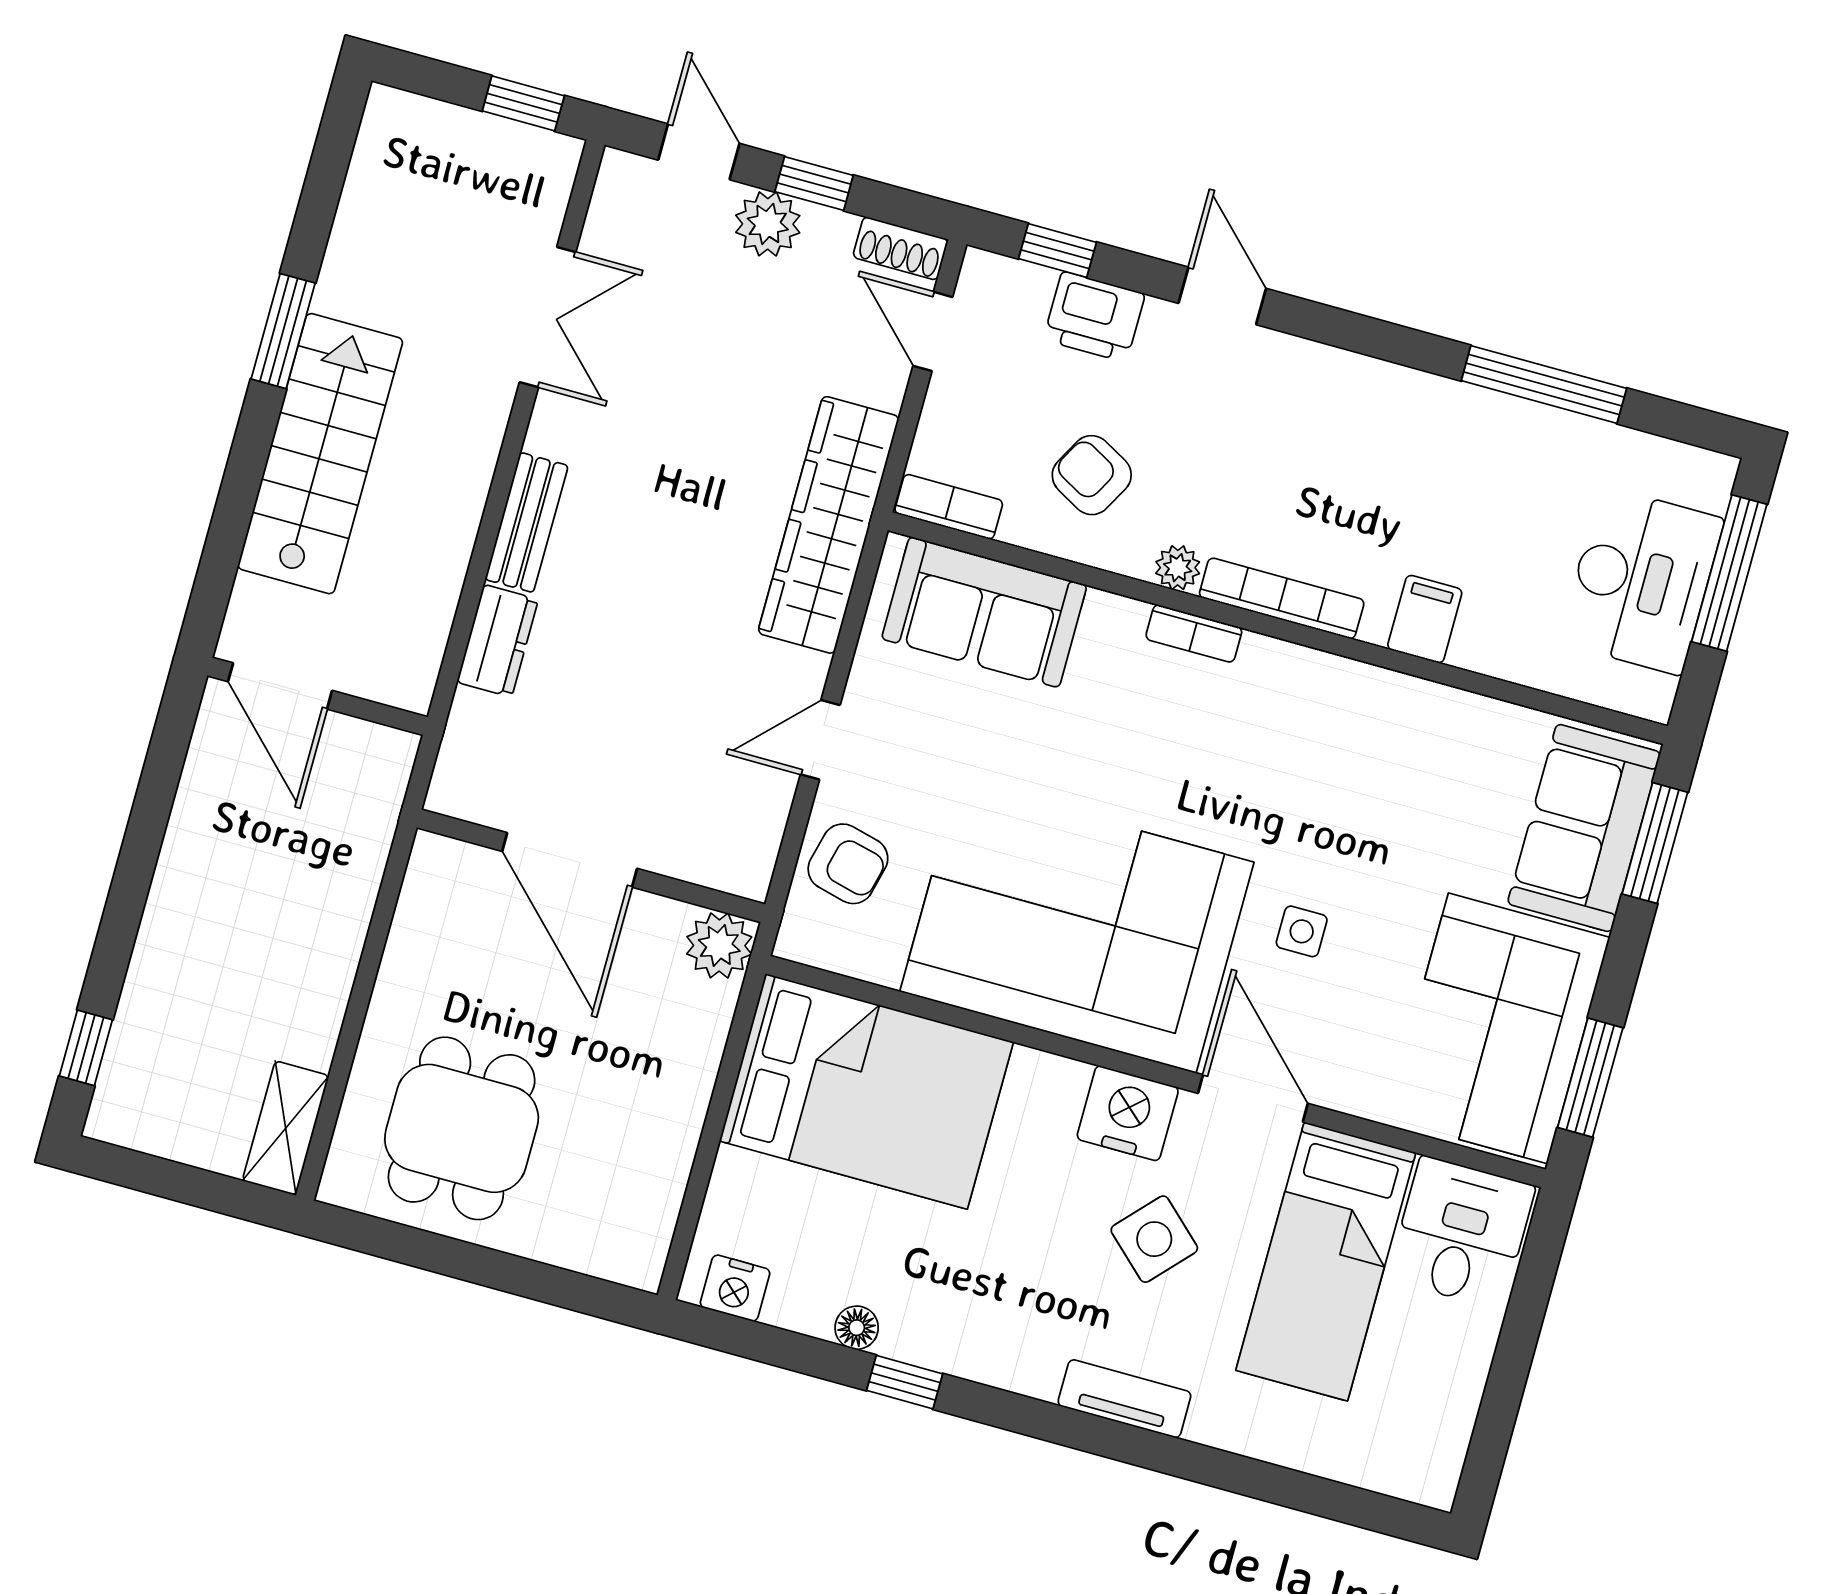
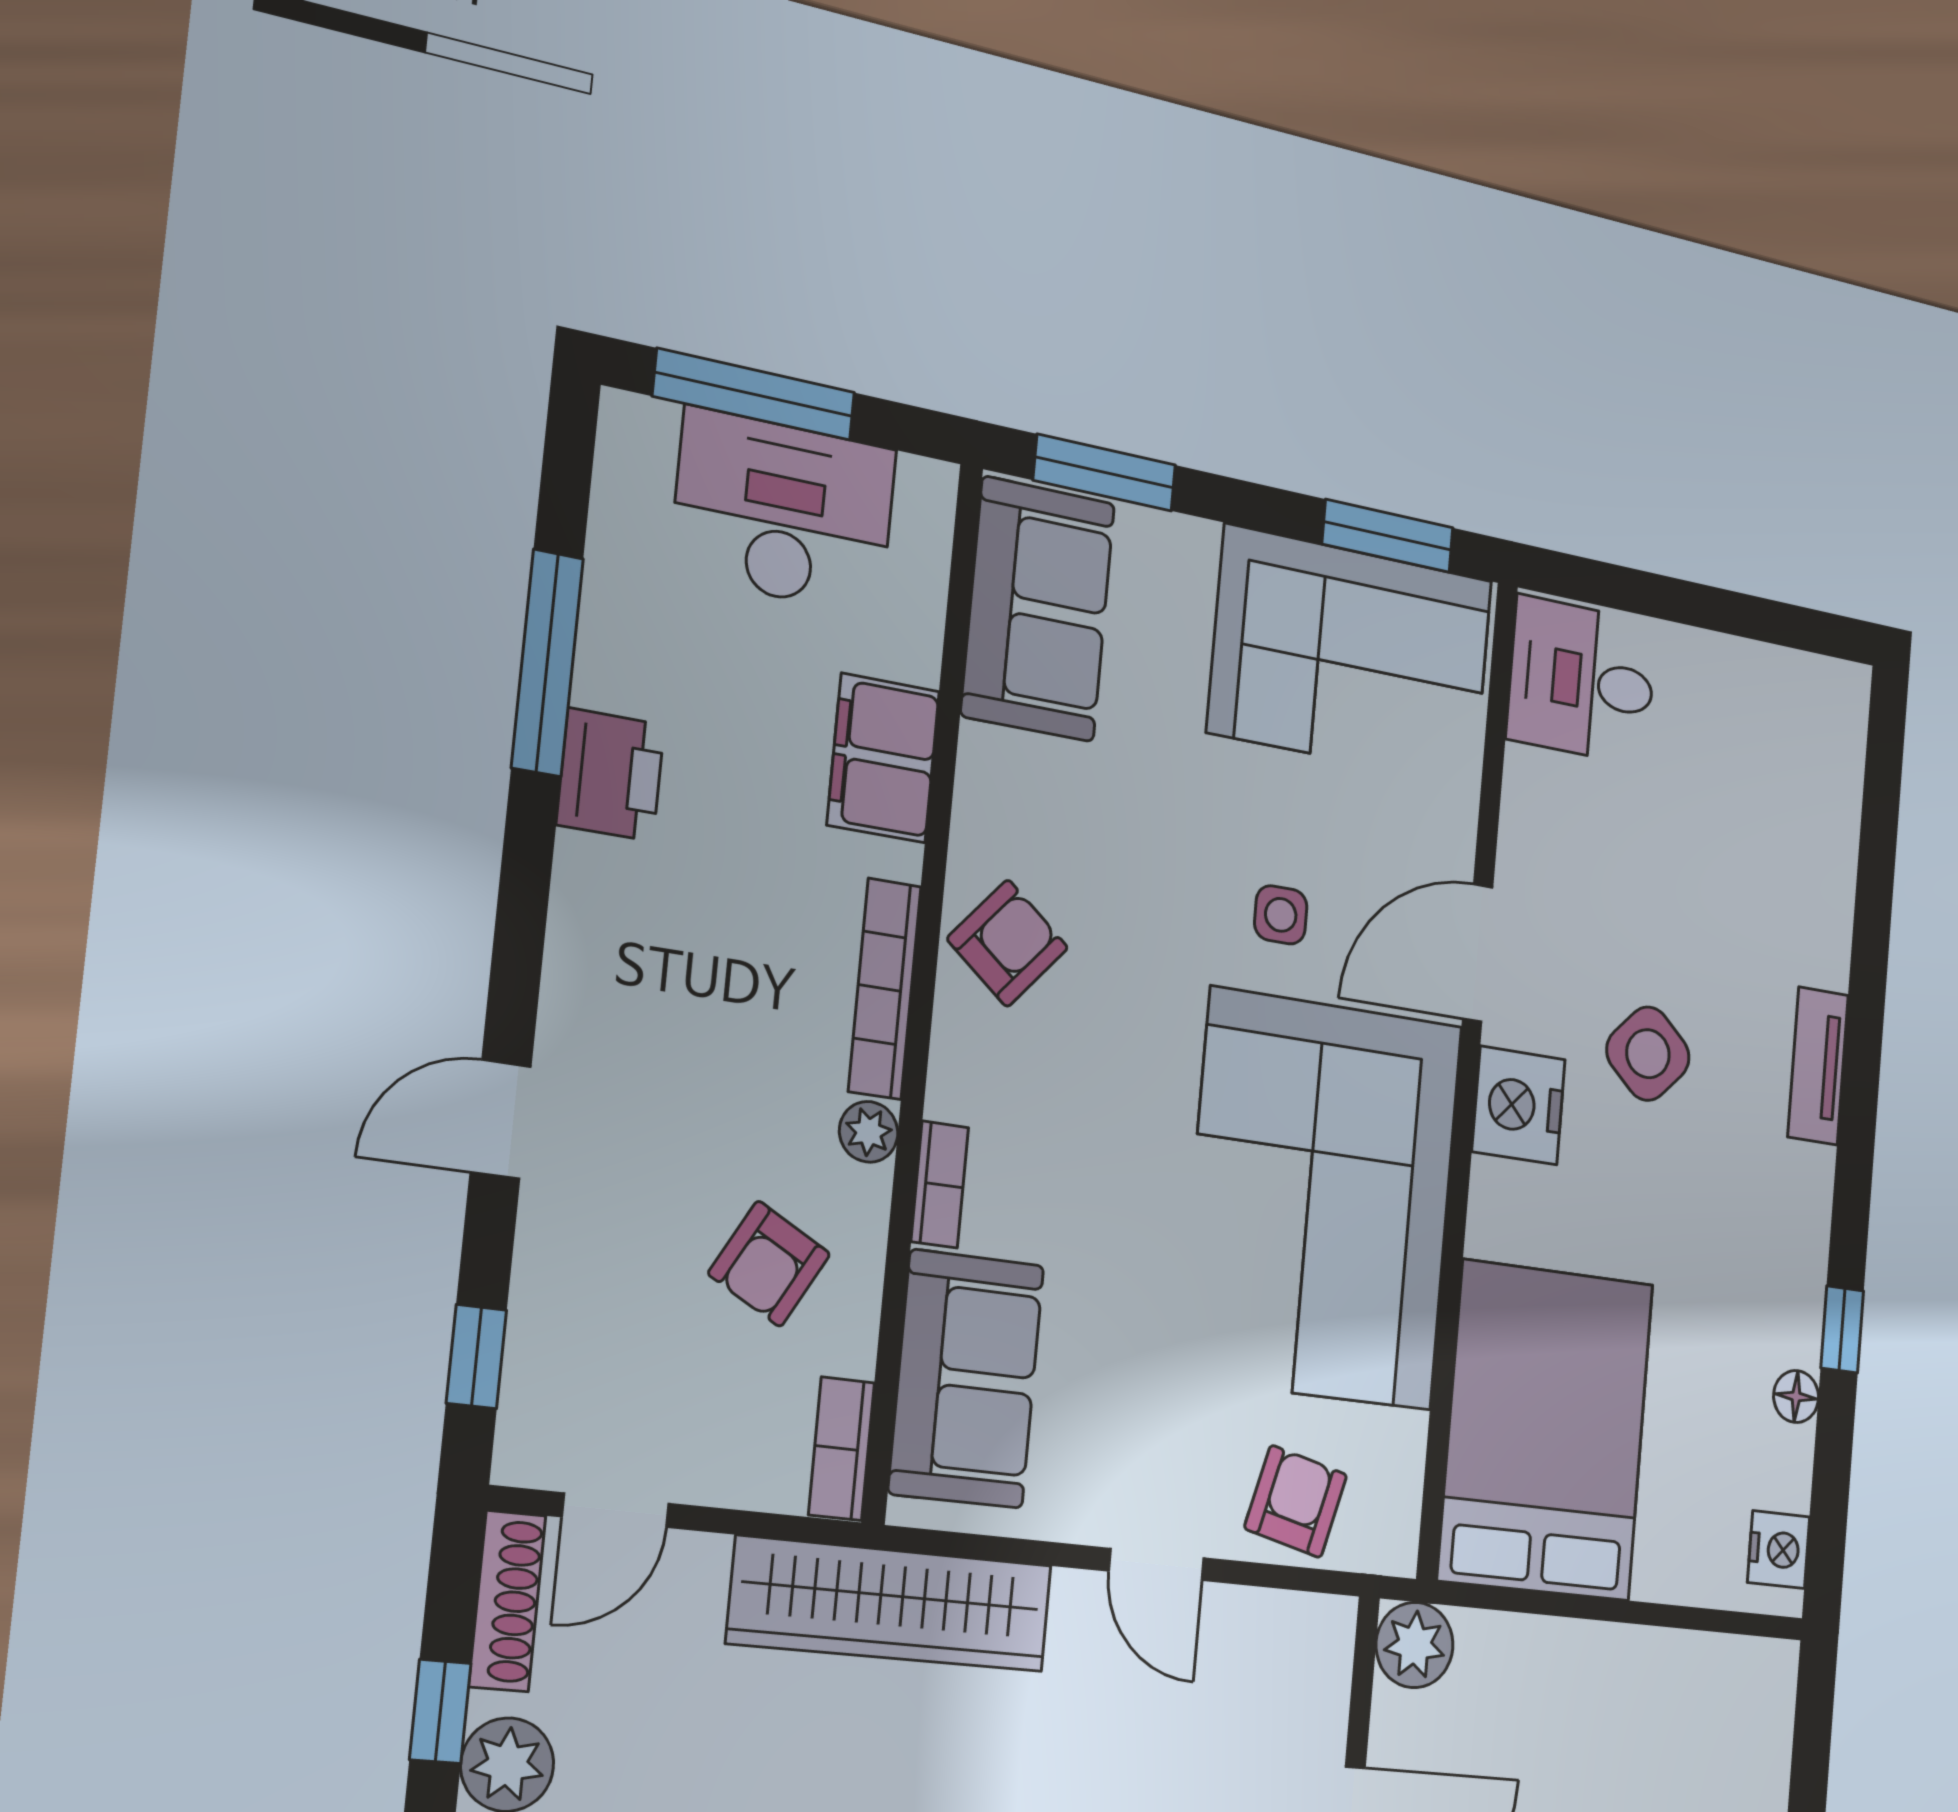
shoe rack: (901, 248) -> (507, 1601), width x1.43
printer: (1094, 317) -> (611, 775), moved
filing cabinet: (1425, 619) -> (883, 758), width x2.00
bookcase: (1194, 633) -> (940, 1184), moved
armchair: (1305, 701) -> (1008, 943), added
sofa: (1584, 828) -> (1038, 609), moved, turned -90
bed: (1326, 1262) -> (1639, 843), removed

